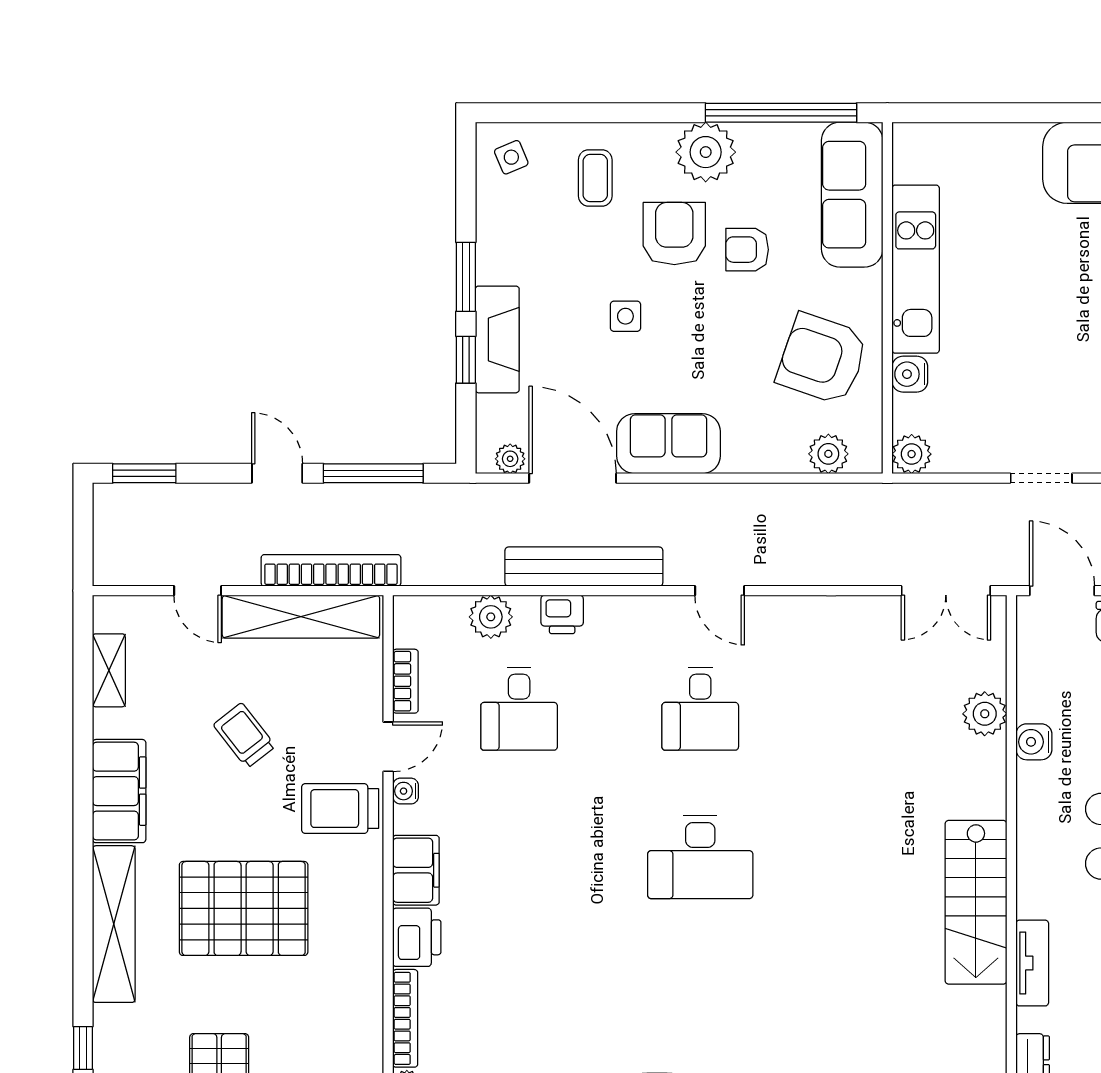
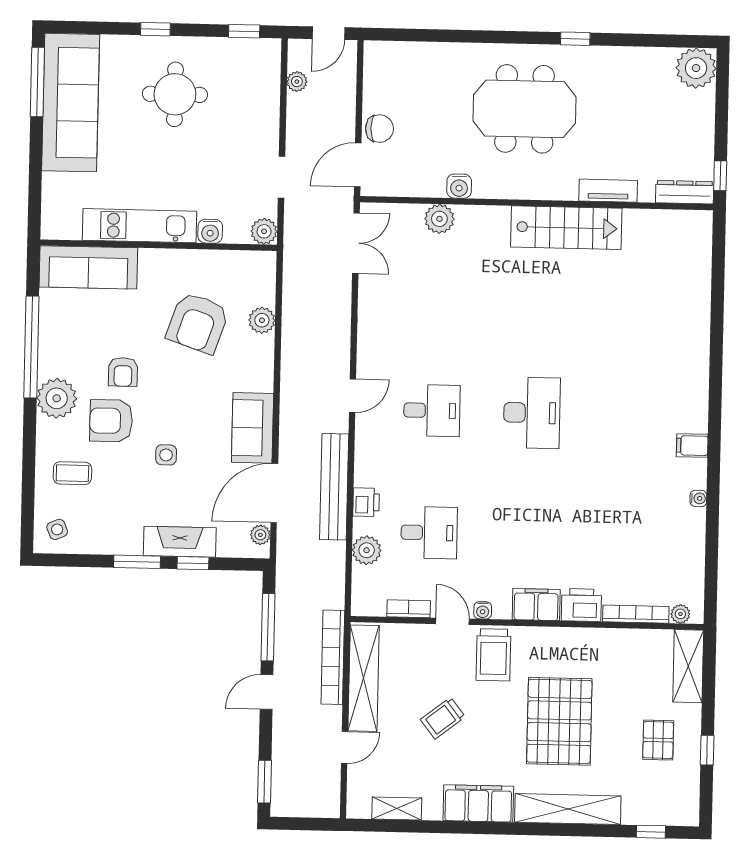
sofa: (852, 195) -> (88, 267), moved
kitchen unit: (916, 269) -> (139, 226), moved
wall: (887, 298) -> (158, 245), moved
water cooler: (910, 374) -> (210, 231), moved
plant: (912, 454) -> (264, 231), moved

